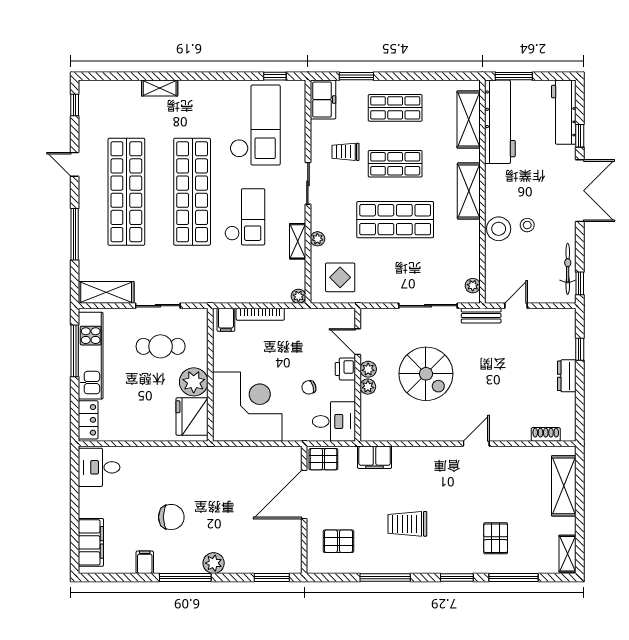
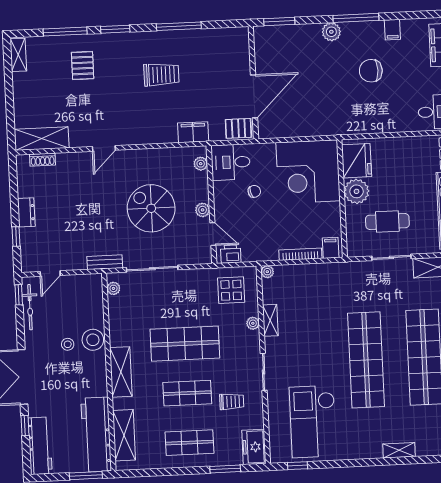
checkout: (245, 217) -> (318, 340), removed
door: (516, 306) -> (50, 273), moved
printer: (345, 369) -> (231, 254), moved, turned -90
plant: (368, 387) -> (201, 164), moved
shelving: (564, 486) -> (42, 139), moved, turned 90
pallet: (338, 541) -> (222, 56), removed

